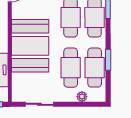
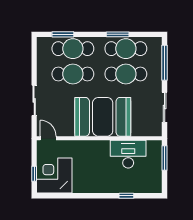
plant: (82, 97) -> (156, 62), removed
window: (81, 104) -> (165, 63), added

